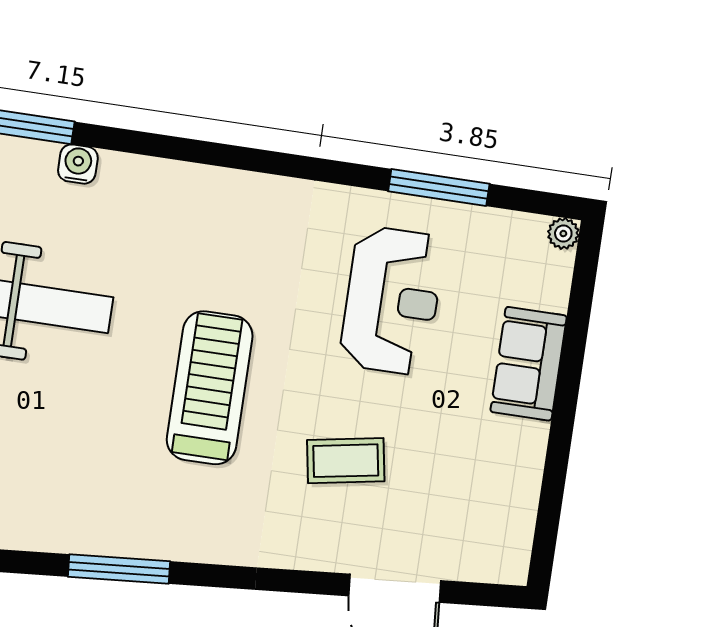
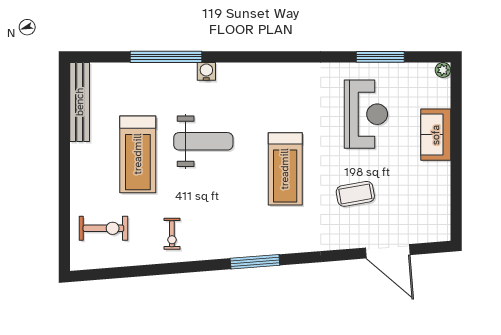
treadmill: (210, 388) -> (285, 169), turned 180

